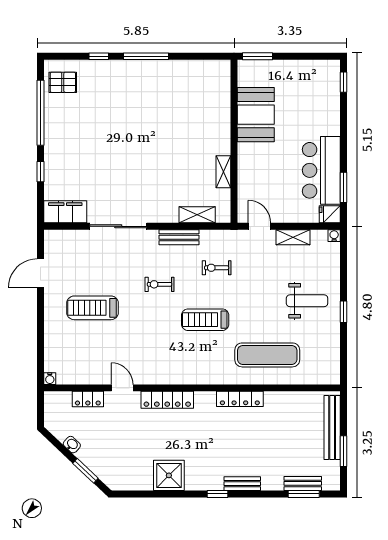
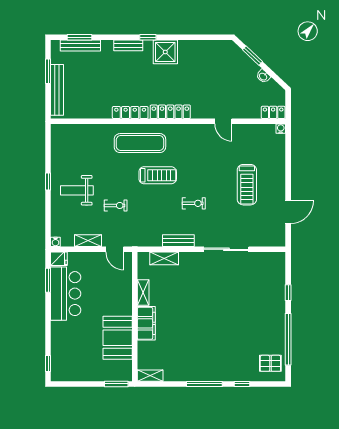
shelving: (215, 67) -> (150, 376), added
filing cabinet: (65, 212) -> (146, 323), moved, turned -90
exercise bike: (217, 268) -> (116, 205), moved
treadmill: (93, 308) -> (247, 185), turned 90
exercise mat: (267, 355) -> (140, 143), moved
locker: (88, 399) -> (273, 112), moved
locker: (167, 400) -> (170, 112), moved
shower: (169, 475) -> (165, 52), moved
bench: (303, 483) -> (80, 46), width x1.36

